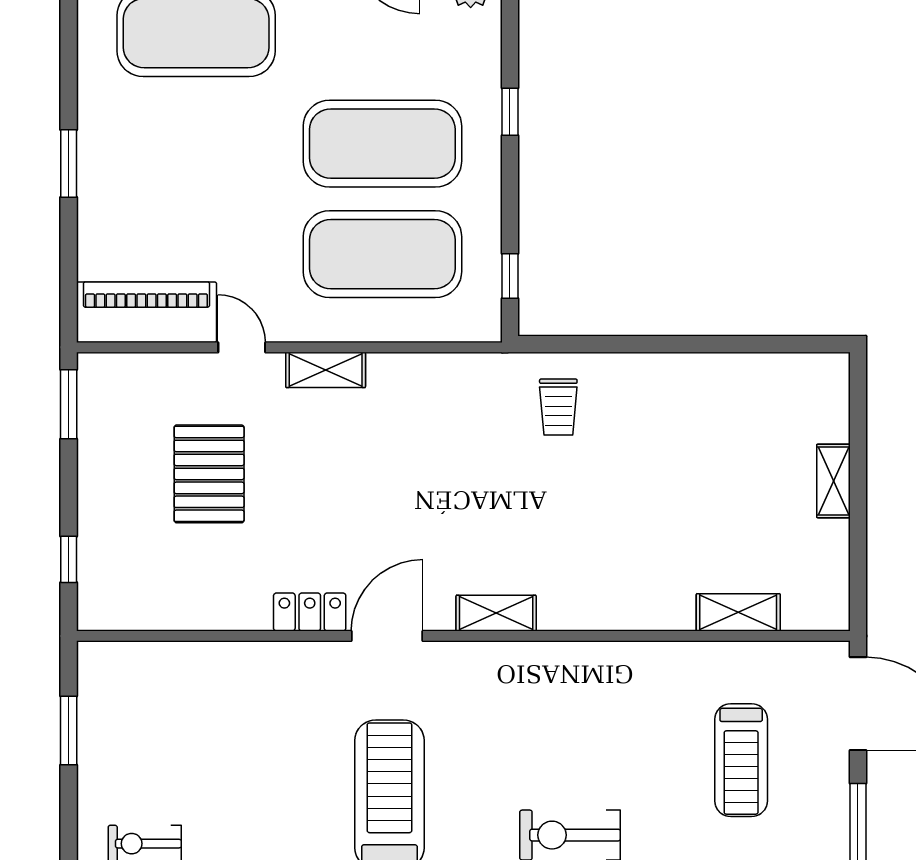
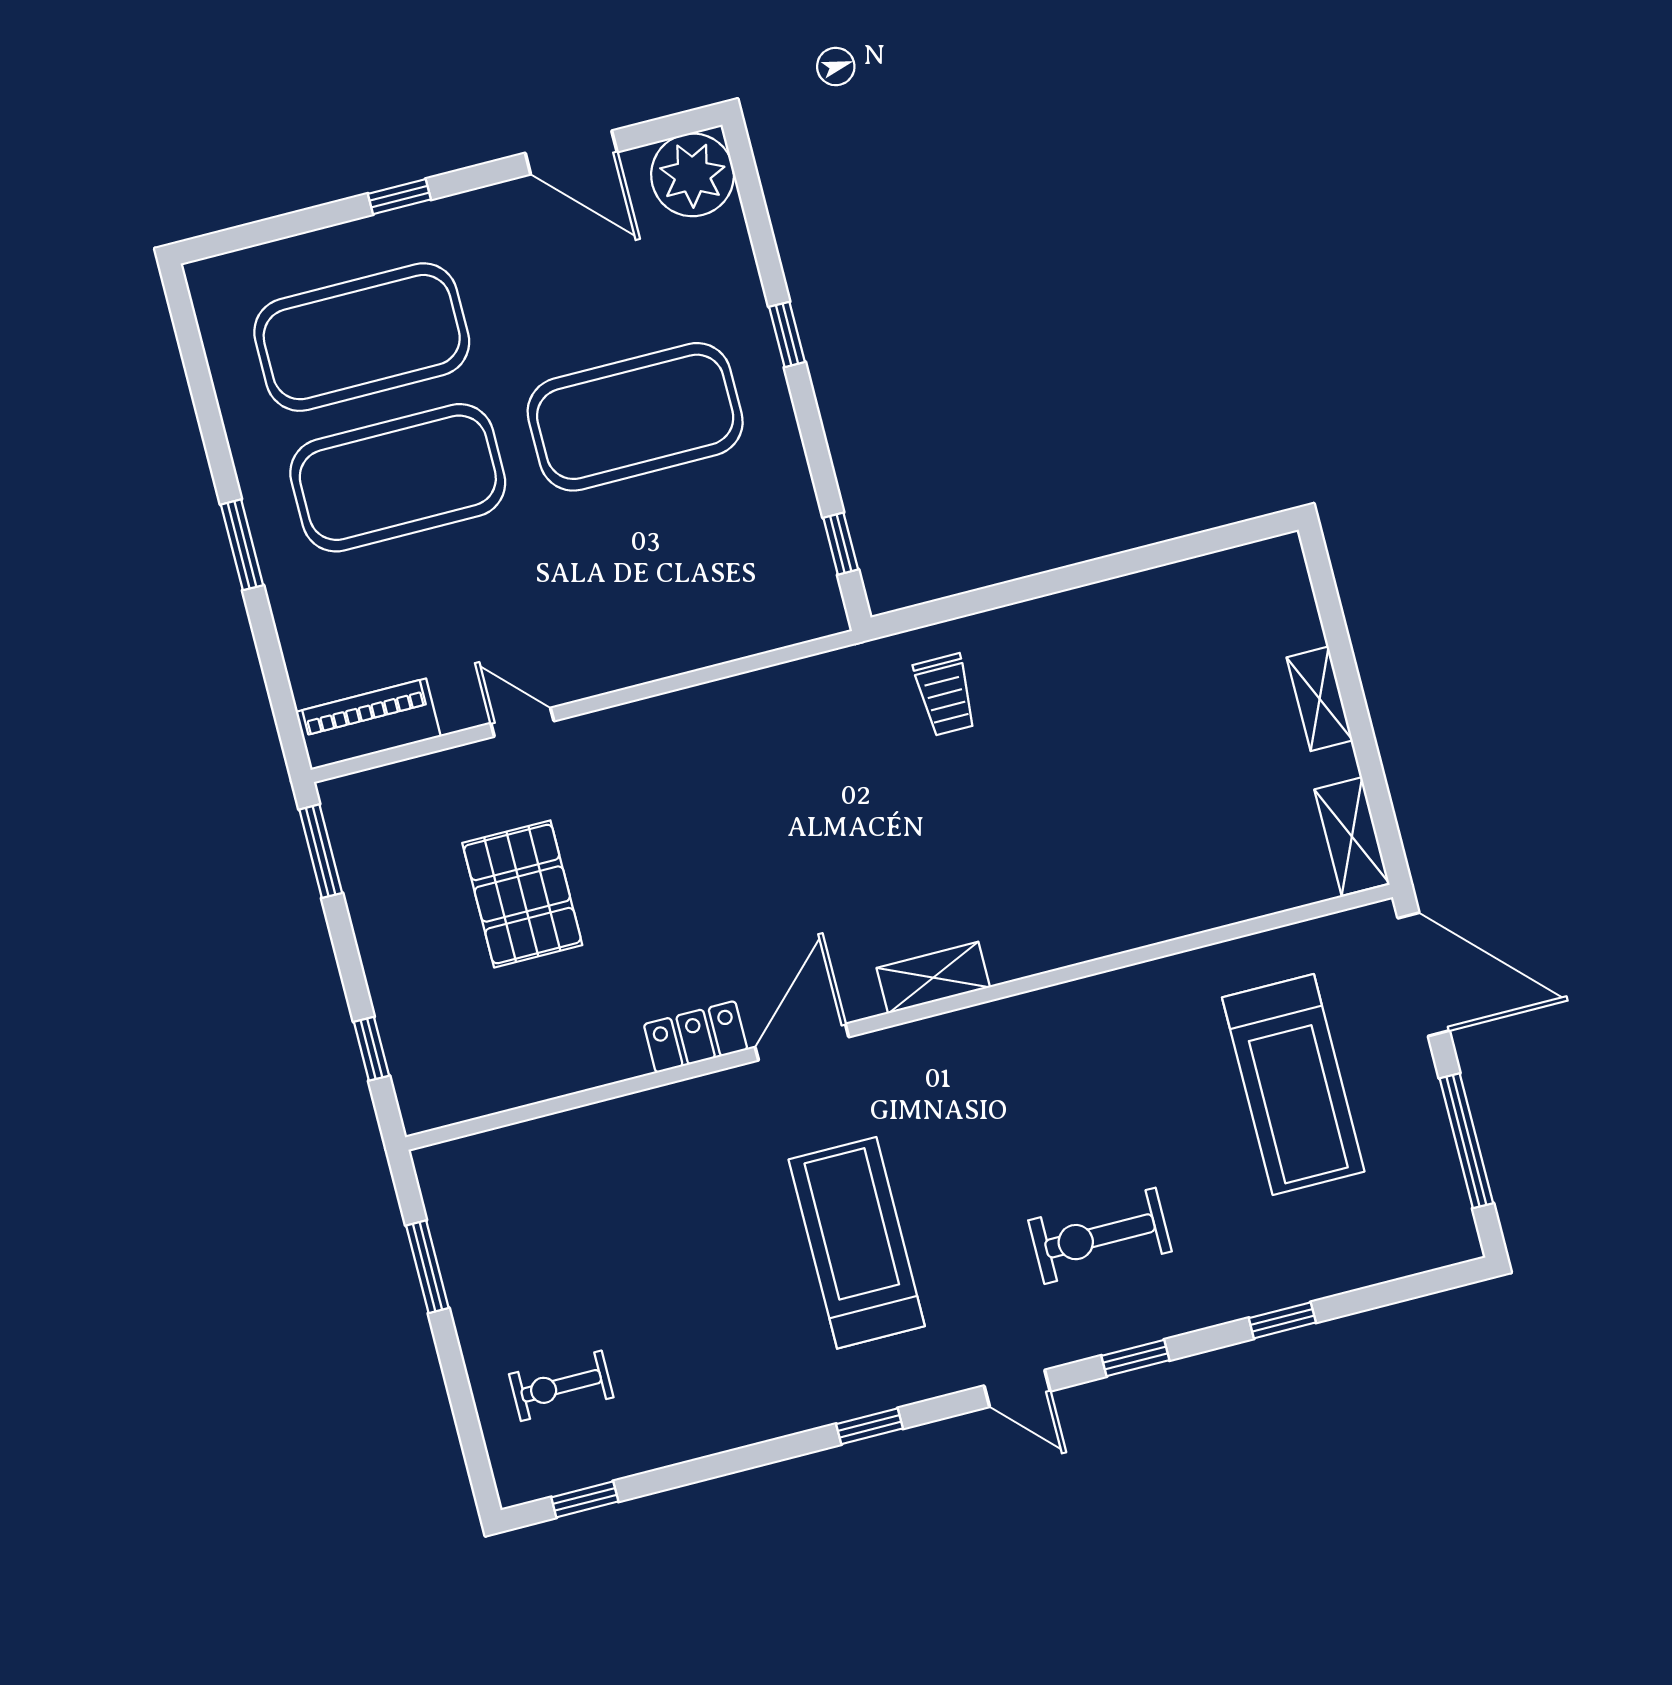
exercise mat: (382, 254) -> (398, 478), moved
piano: (146, 312) -> (368, 724), width x0.73, depth x0.75
shelving: (326, 370) -> (637, 723), removed
shelving: (738, 612) -> (1352, 837), moved, turned 90
treadmill: (741, 760) -> (1293, 1084), width x1.37, depth x1.38

